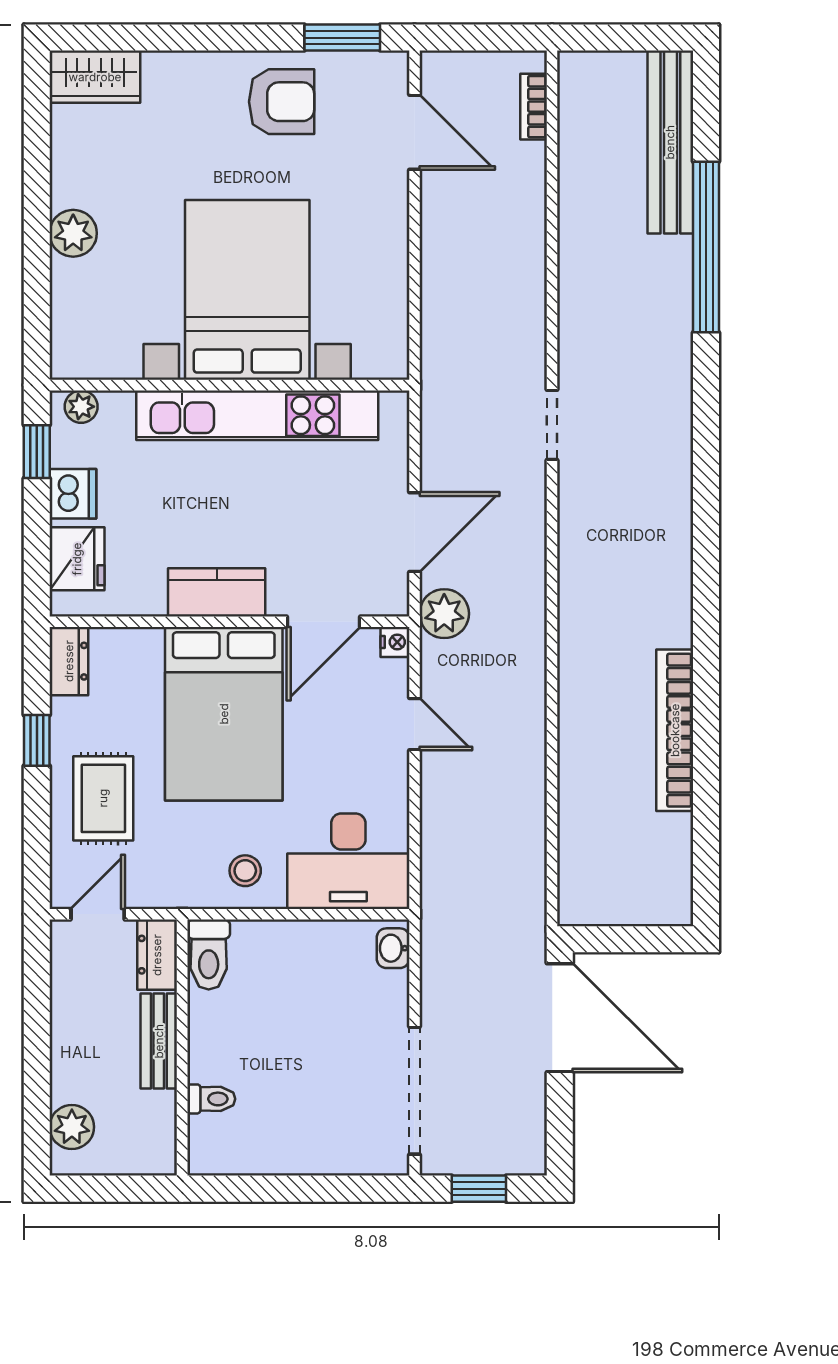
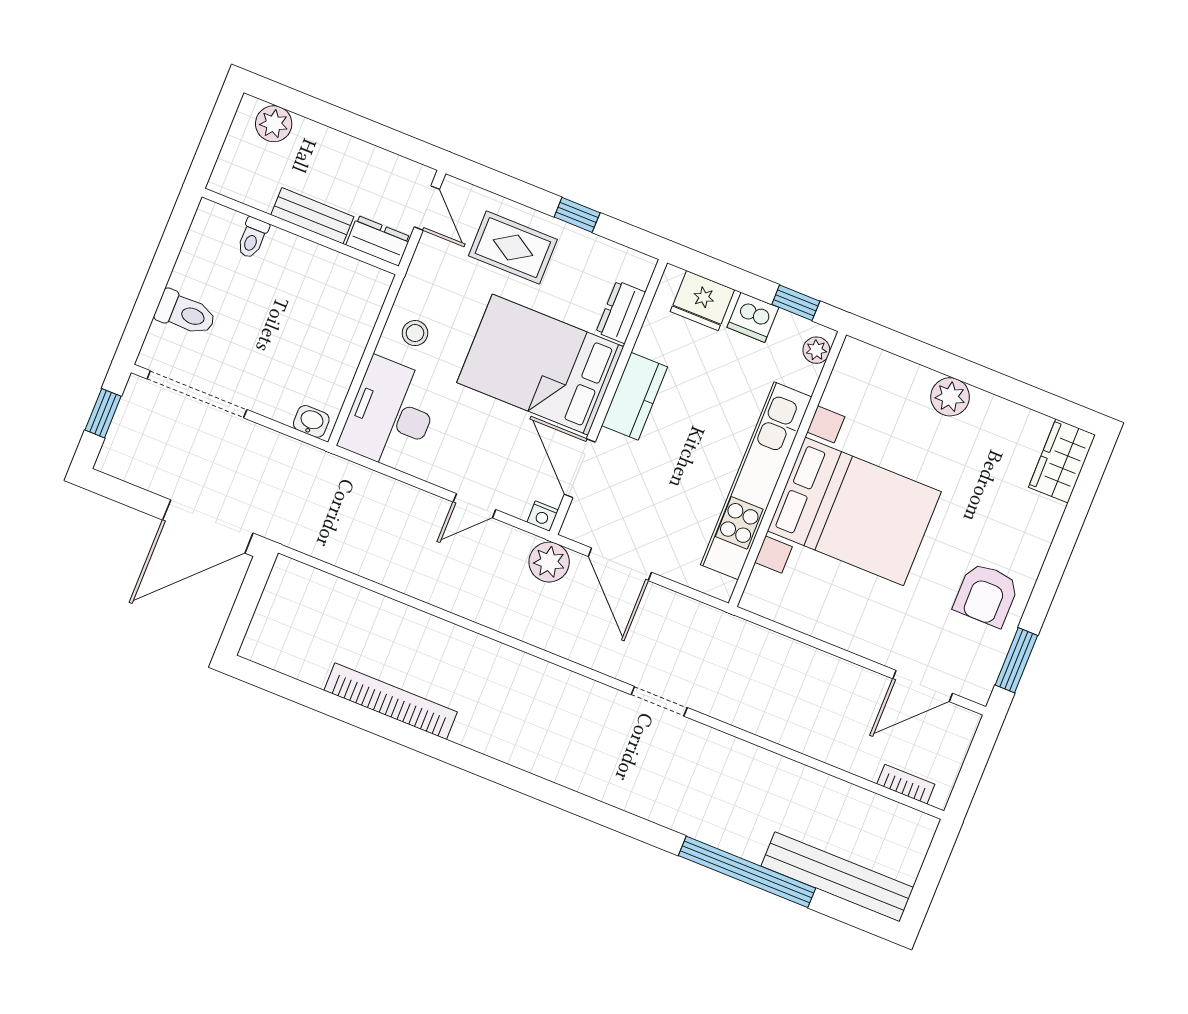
dresser: (69, 661) -> (621, 312), moved, turned 90
toilet: (209, 954) -> (185, 313), moved, turned 180

